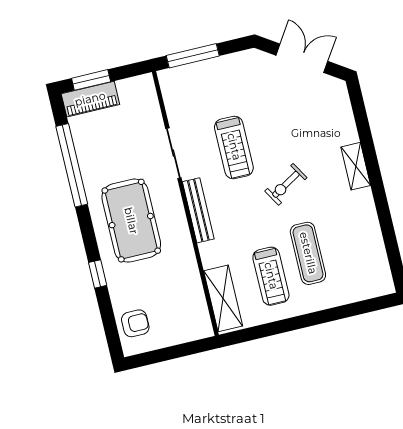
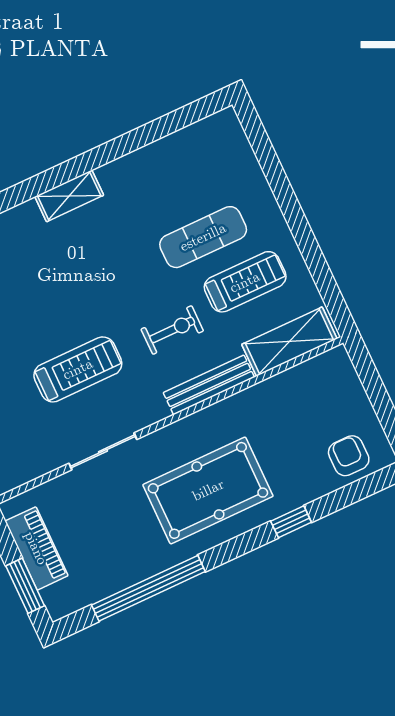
piano: (90, 99) -> (36, 548), moved
exercise bike: (286, 184) -> (172, 330), moved, turned -59
bench: (198, 210) -> (209, 385), moved

